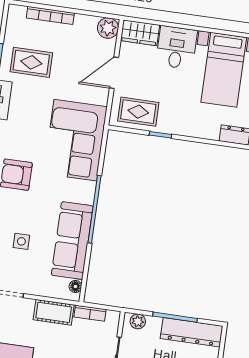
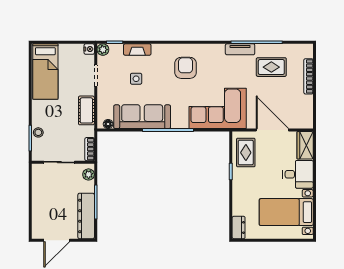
plant: (108, 28) -> (305, 121), removed
rug: (31, 62) -> (271, 67), turned 90
door: (114, 73) -> (272, 130), width x1.36
bookcase: (90, 313) -> (90, 149), moved

